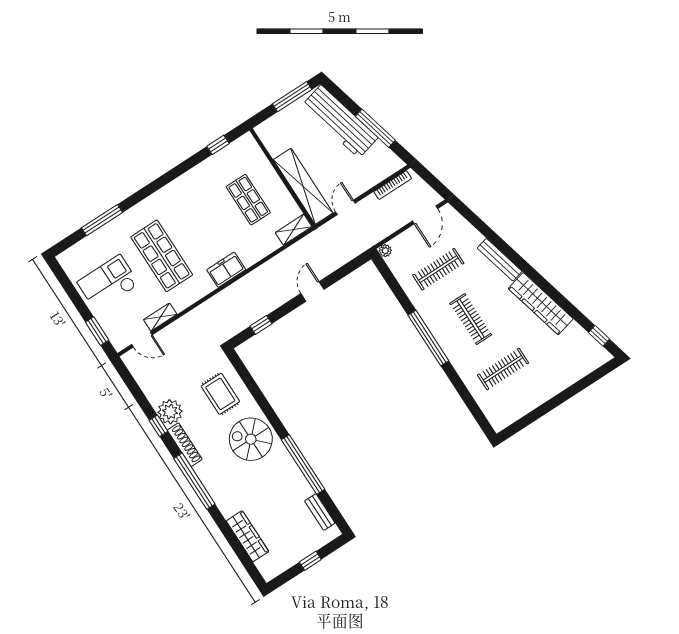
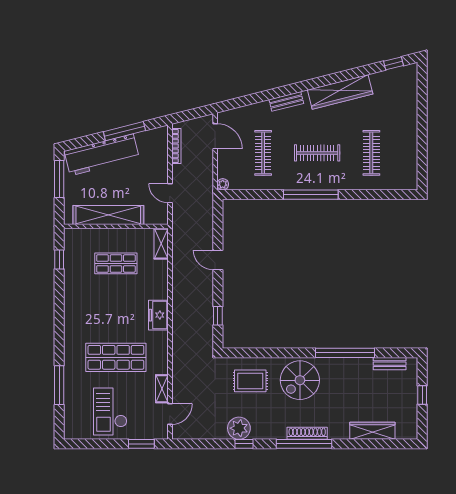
shelving: (303, 186) -> (108, 215), moved
bench: (500, 260) -> (286, 101), width x0.73
shoe rack: (185, 445) -> (307, 433), moved

